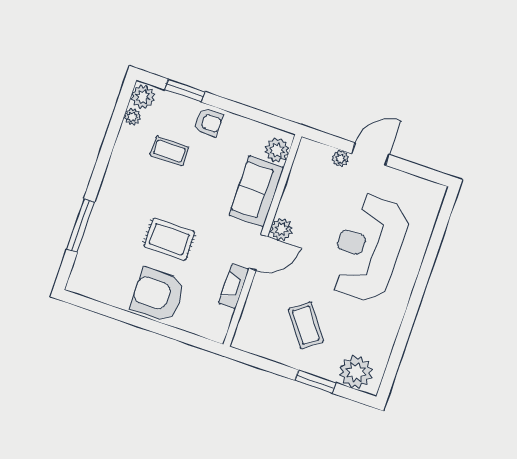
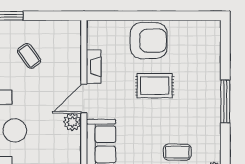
window: (81, 225) -> (225, 101), moved
coffee table: (306, 325) -> (29, 56), width x0.73, depth x0.77

